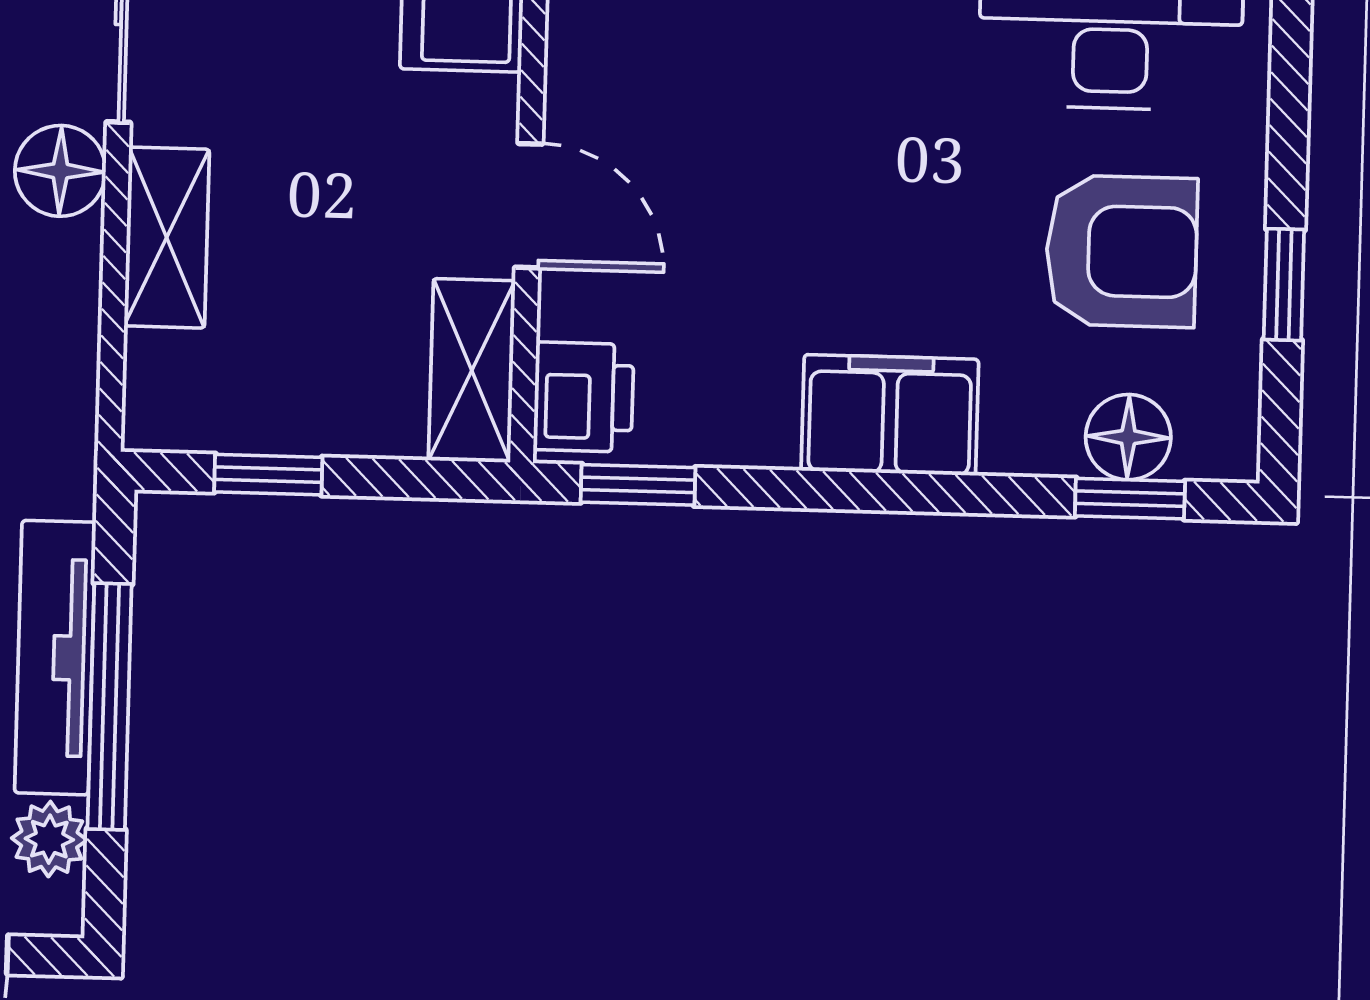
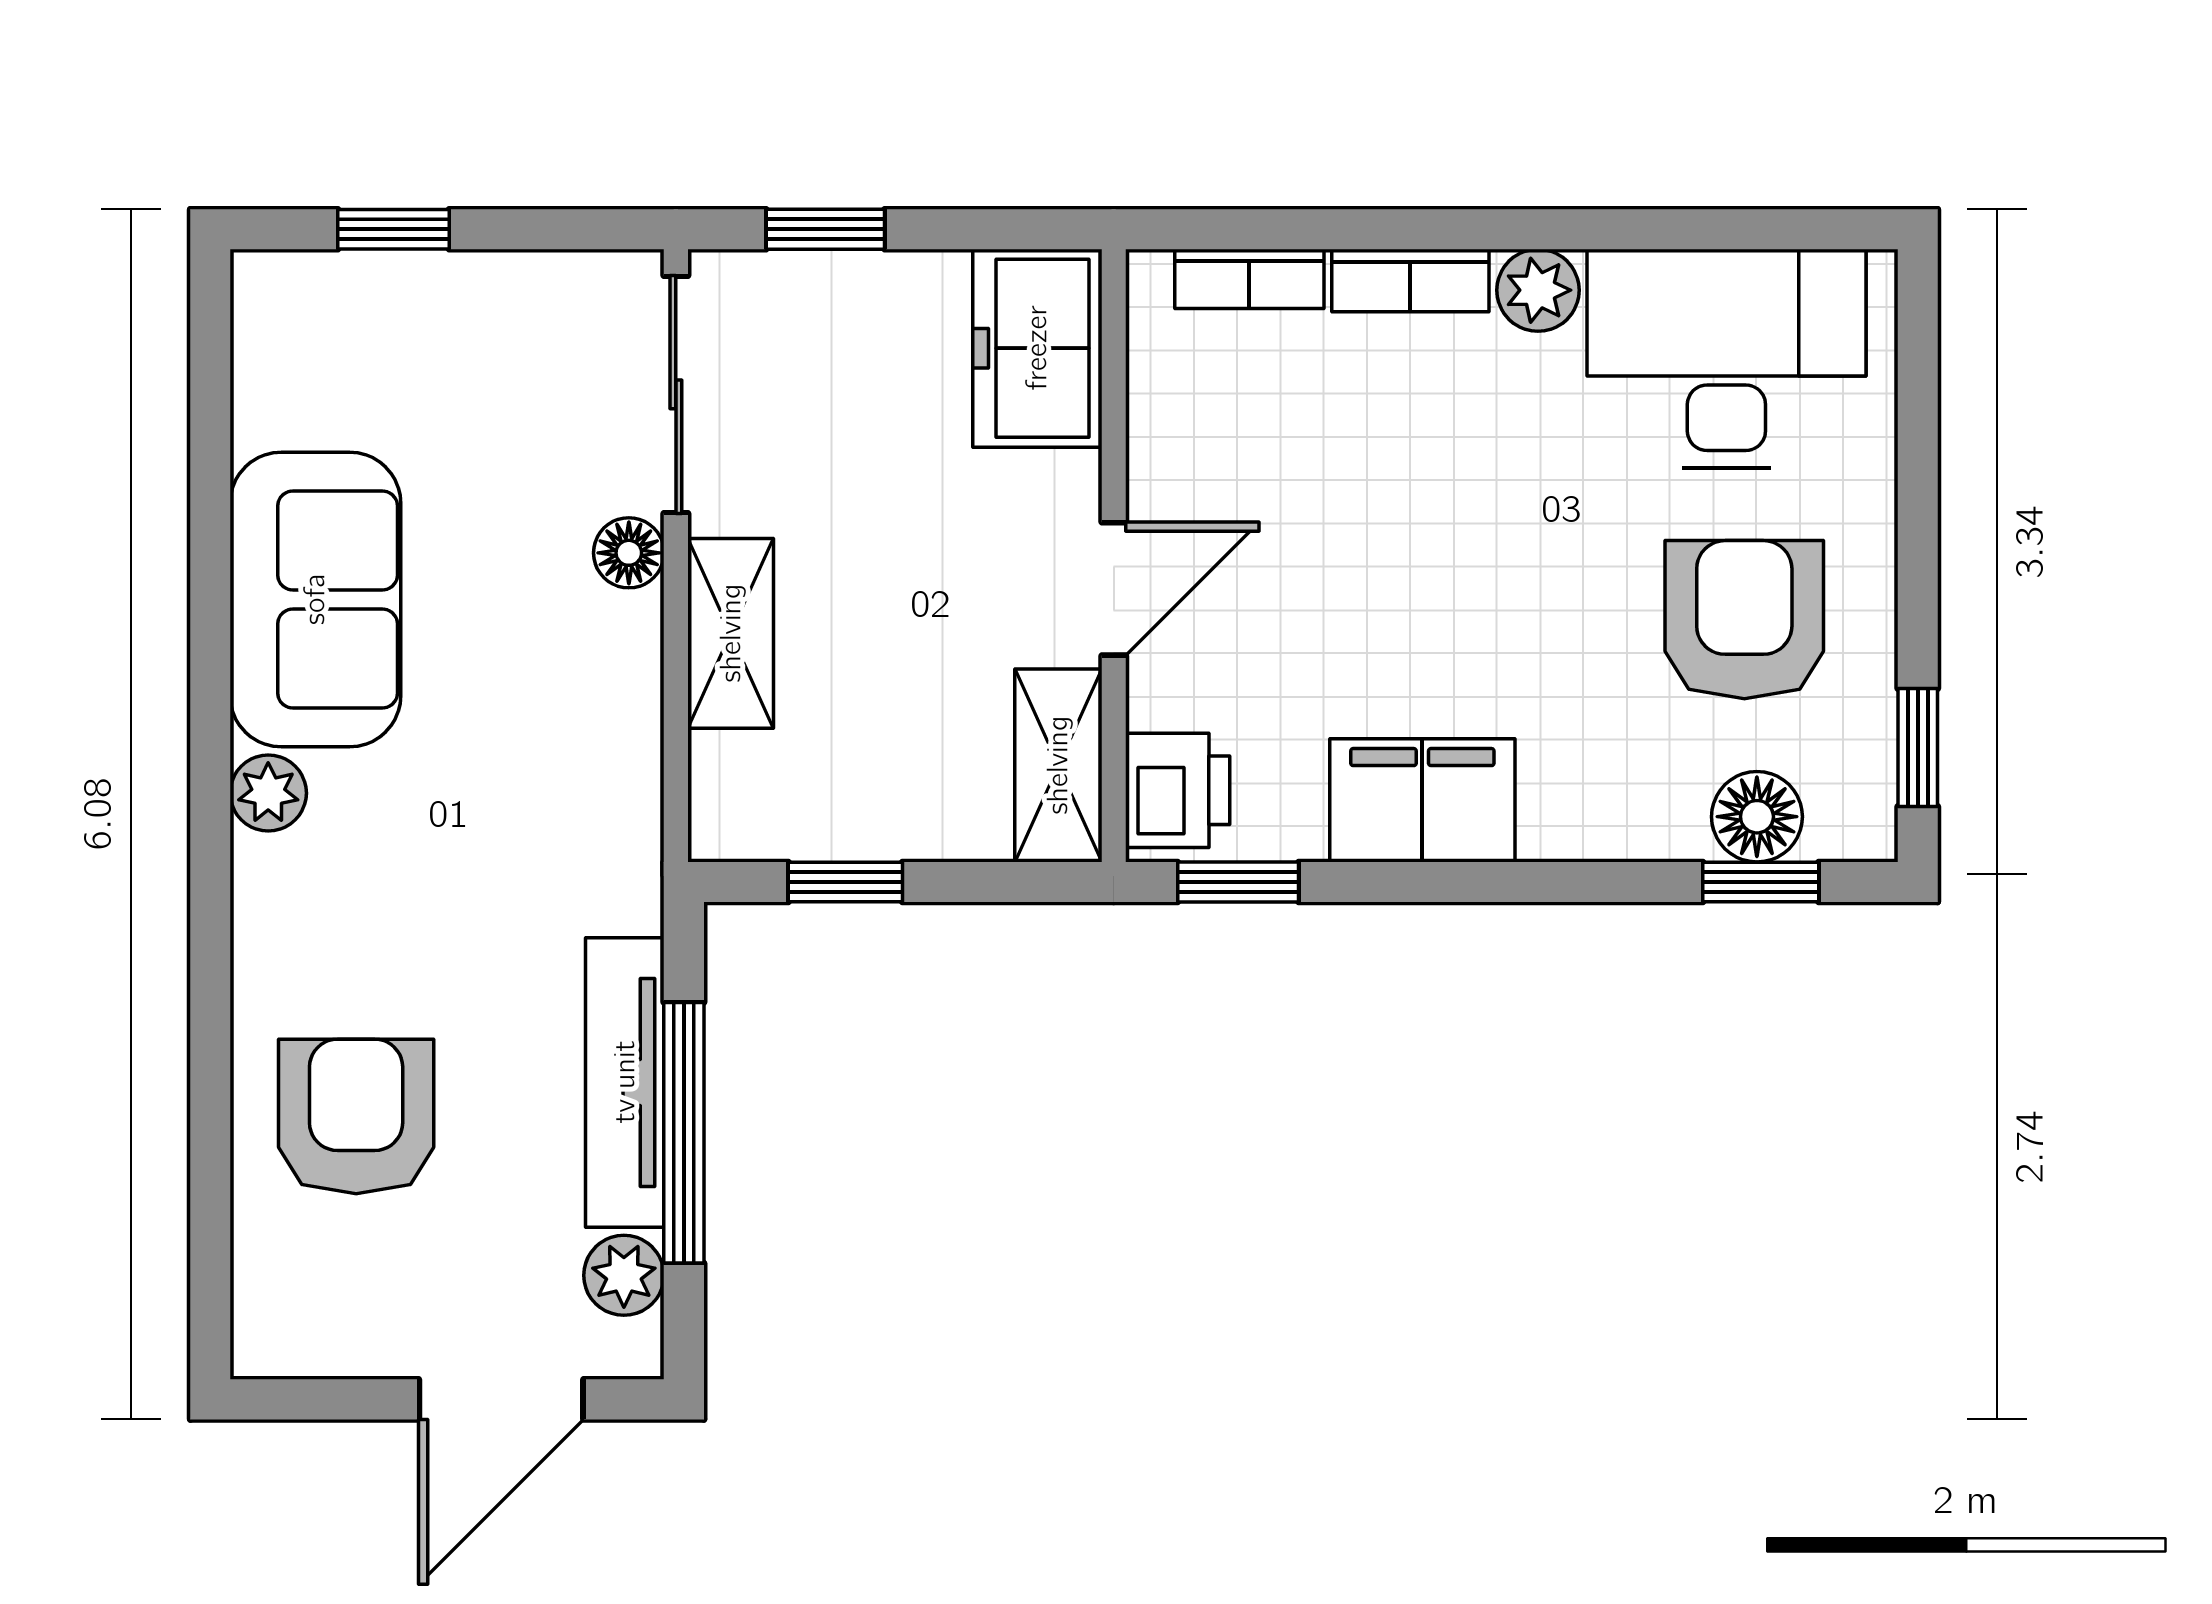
floor lamp: (60, 171) -> (629, 553), width x0.73, depth x0.73
door: (529, 206) -> (1114, 589), hinge flipped
armchair: (1121, 251) -> (1744, 620), turned -90
window: (1284, 285) -> (1918, 747), moved
filing cabinet: (890, 415) -> (1422, 800), moved

